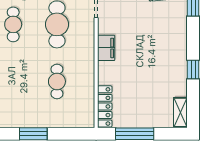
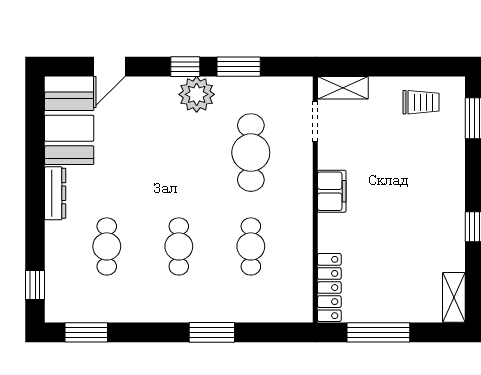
cafe table: (13, 24) -> (179, 246), moved

